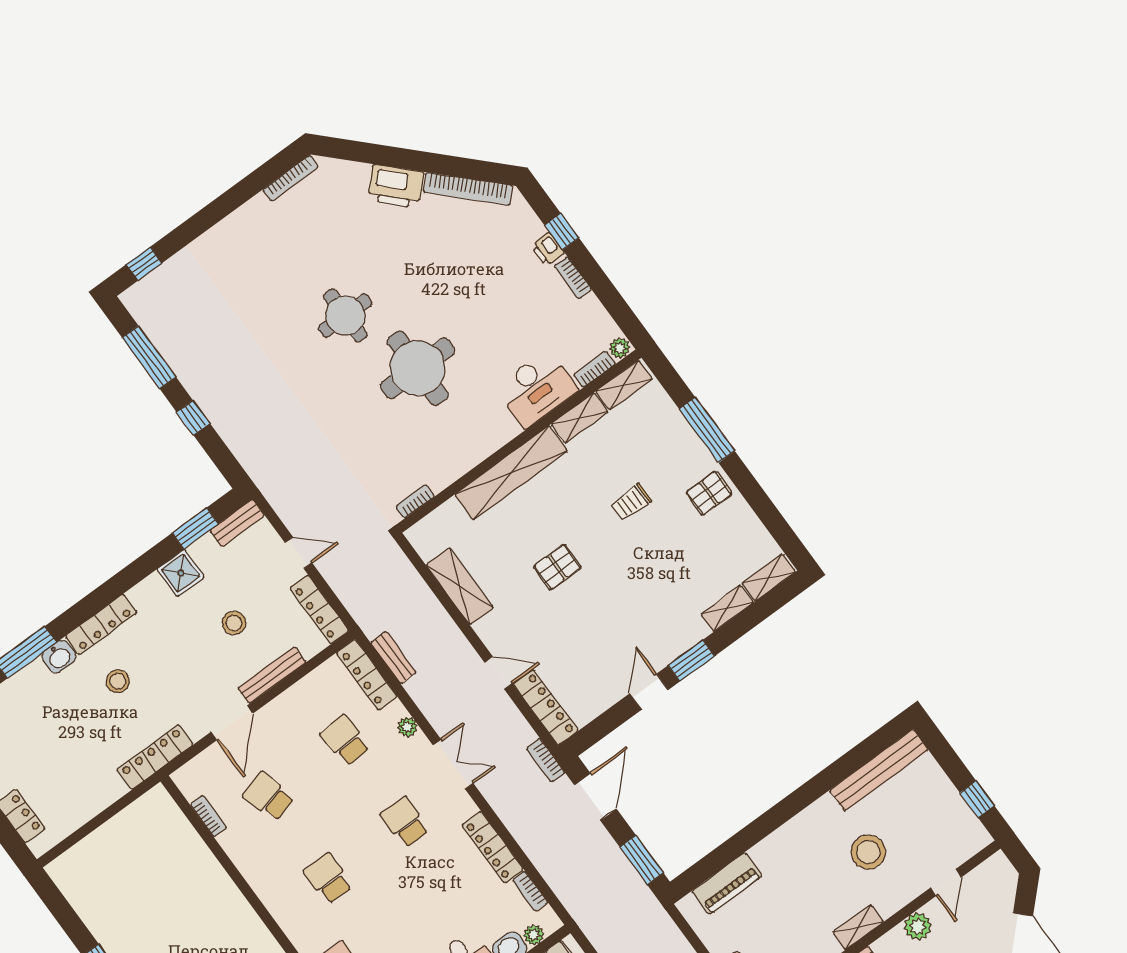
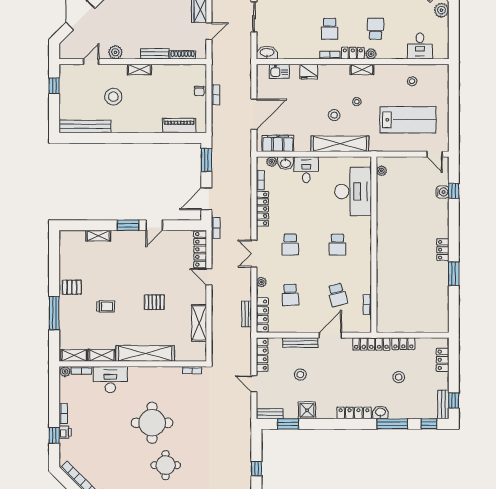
shelving: (769, 577) -> (73, 236), removed
stool: (118, 681) -> (399, 377), moved
locker: (103, 796) -> (403, 344), added

